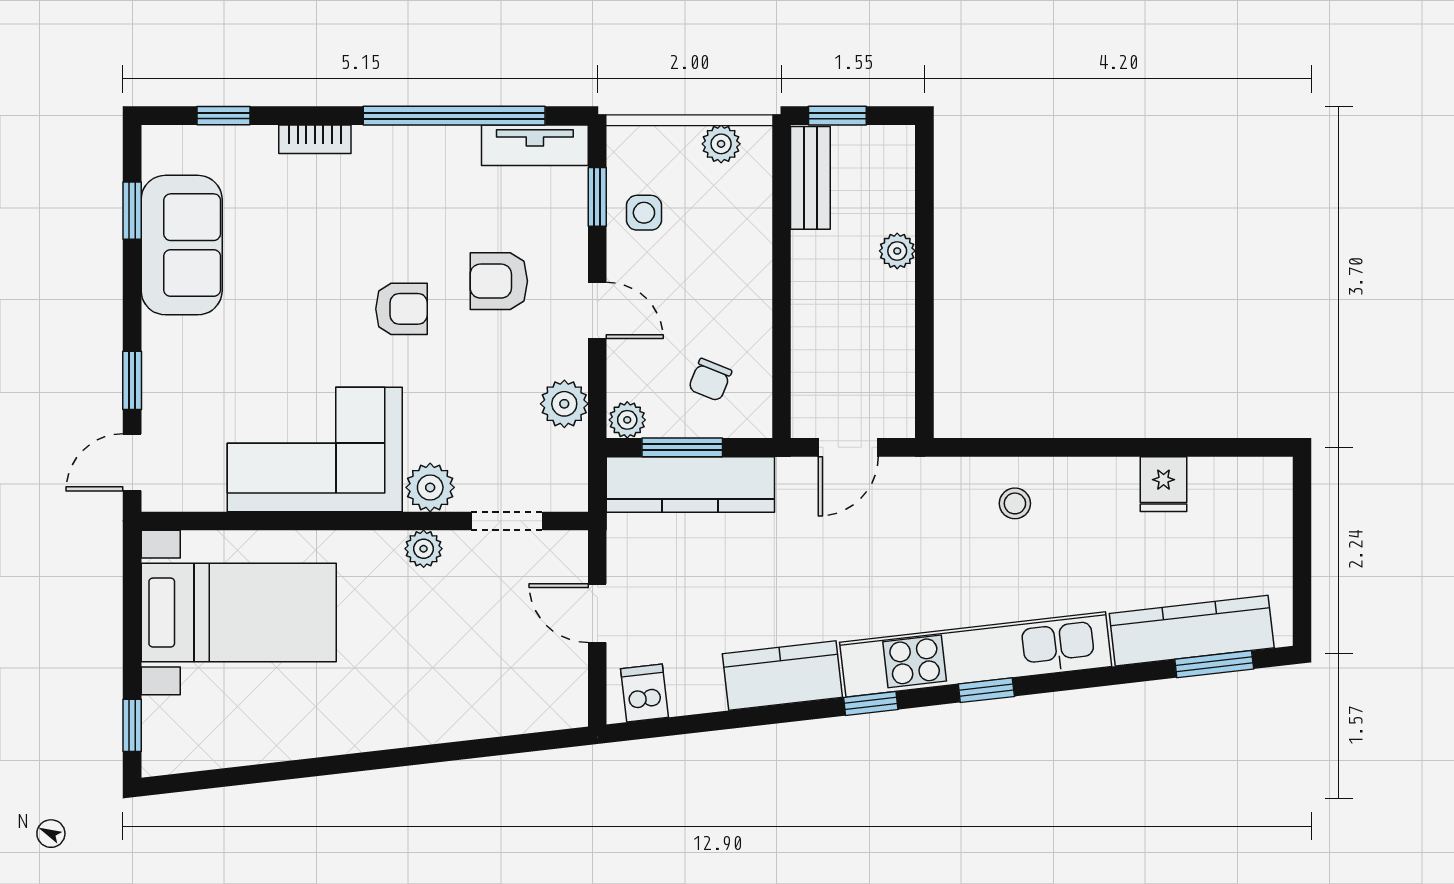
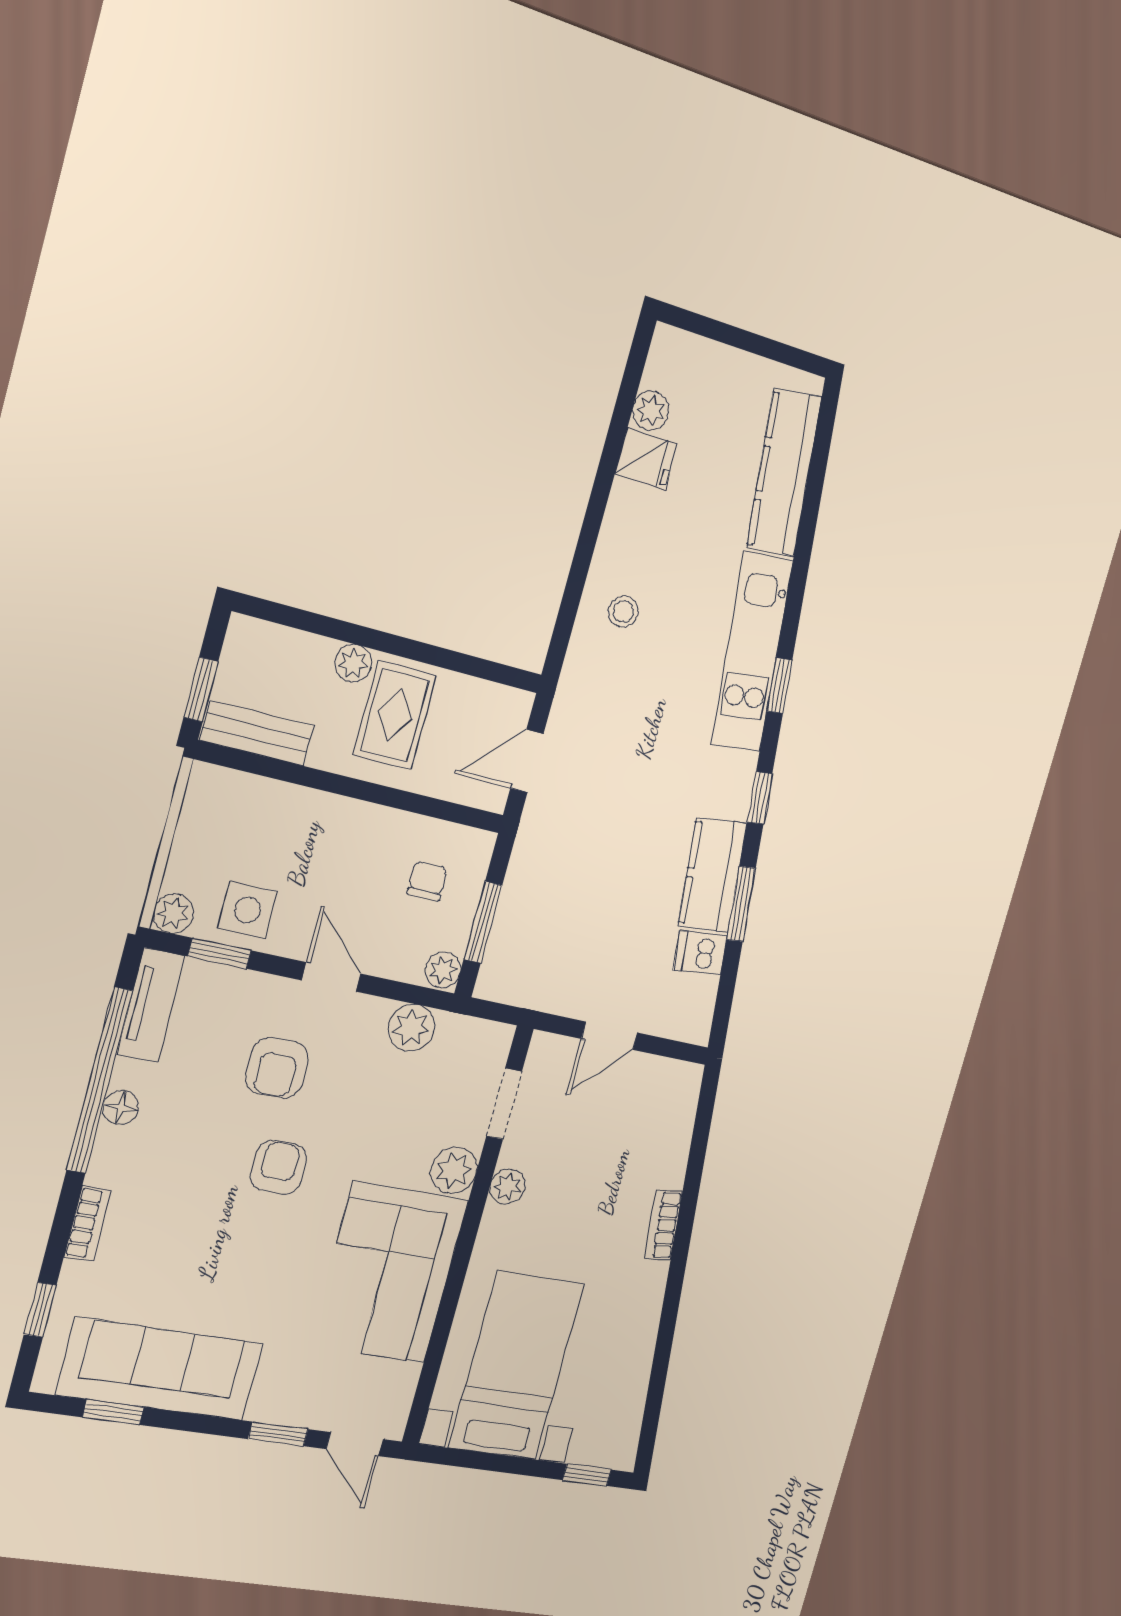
floor lamp: (432, 142) -> (121, 1107), added
plant: (721, 144) -> (173, 914), moved
side table: (644, 213) -> (248, 910), width x1.37, depth x1.37
sofa: (182, 245) -> (160, 1369), width x1.36
rug: (859, 304) -> (395, 715), added
door: (597, 310) -> (331, 977), hinge flipped
chair: (710, 380) -> (427, 881), turned -112
door: (848, 447) -> (527, 761), swing flipped
plant: (1209, 475) -> (651, 410), added
kitchen counter: (690, 484) -> (519, 922), removed
kitchen unit: (976, 654) -> (752, 652), width x0.73
window: (1214, 664) -> (741, 904), moved
dishwasher: (644, 693) -> (700, 953), moved
bookcase: (413, 731) -> (664, 1225), added

